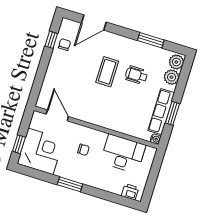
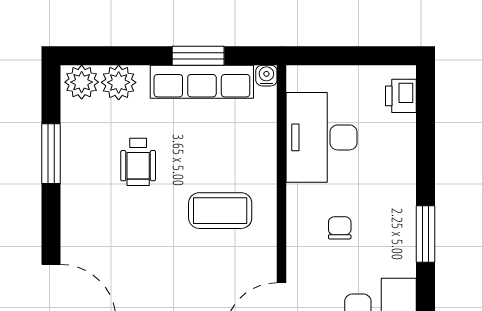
coffee table: (107, 72) -> (220, 211), moved

